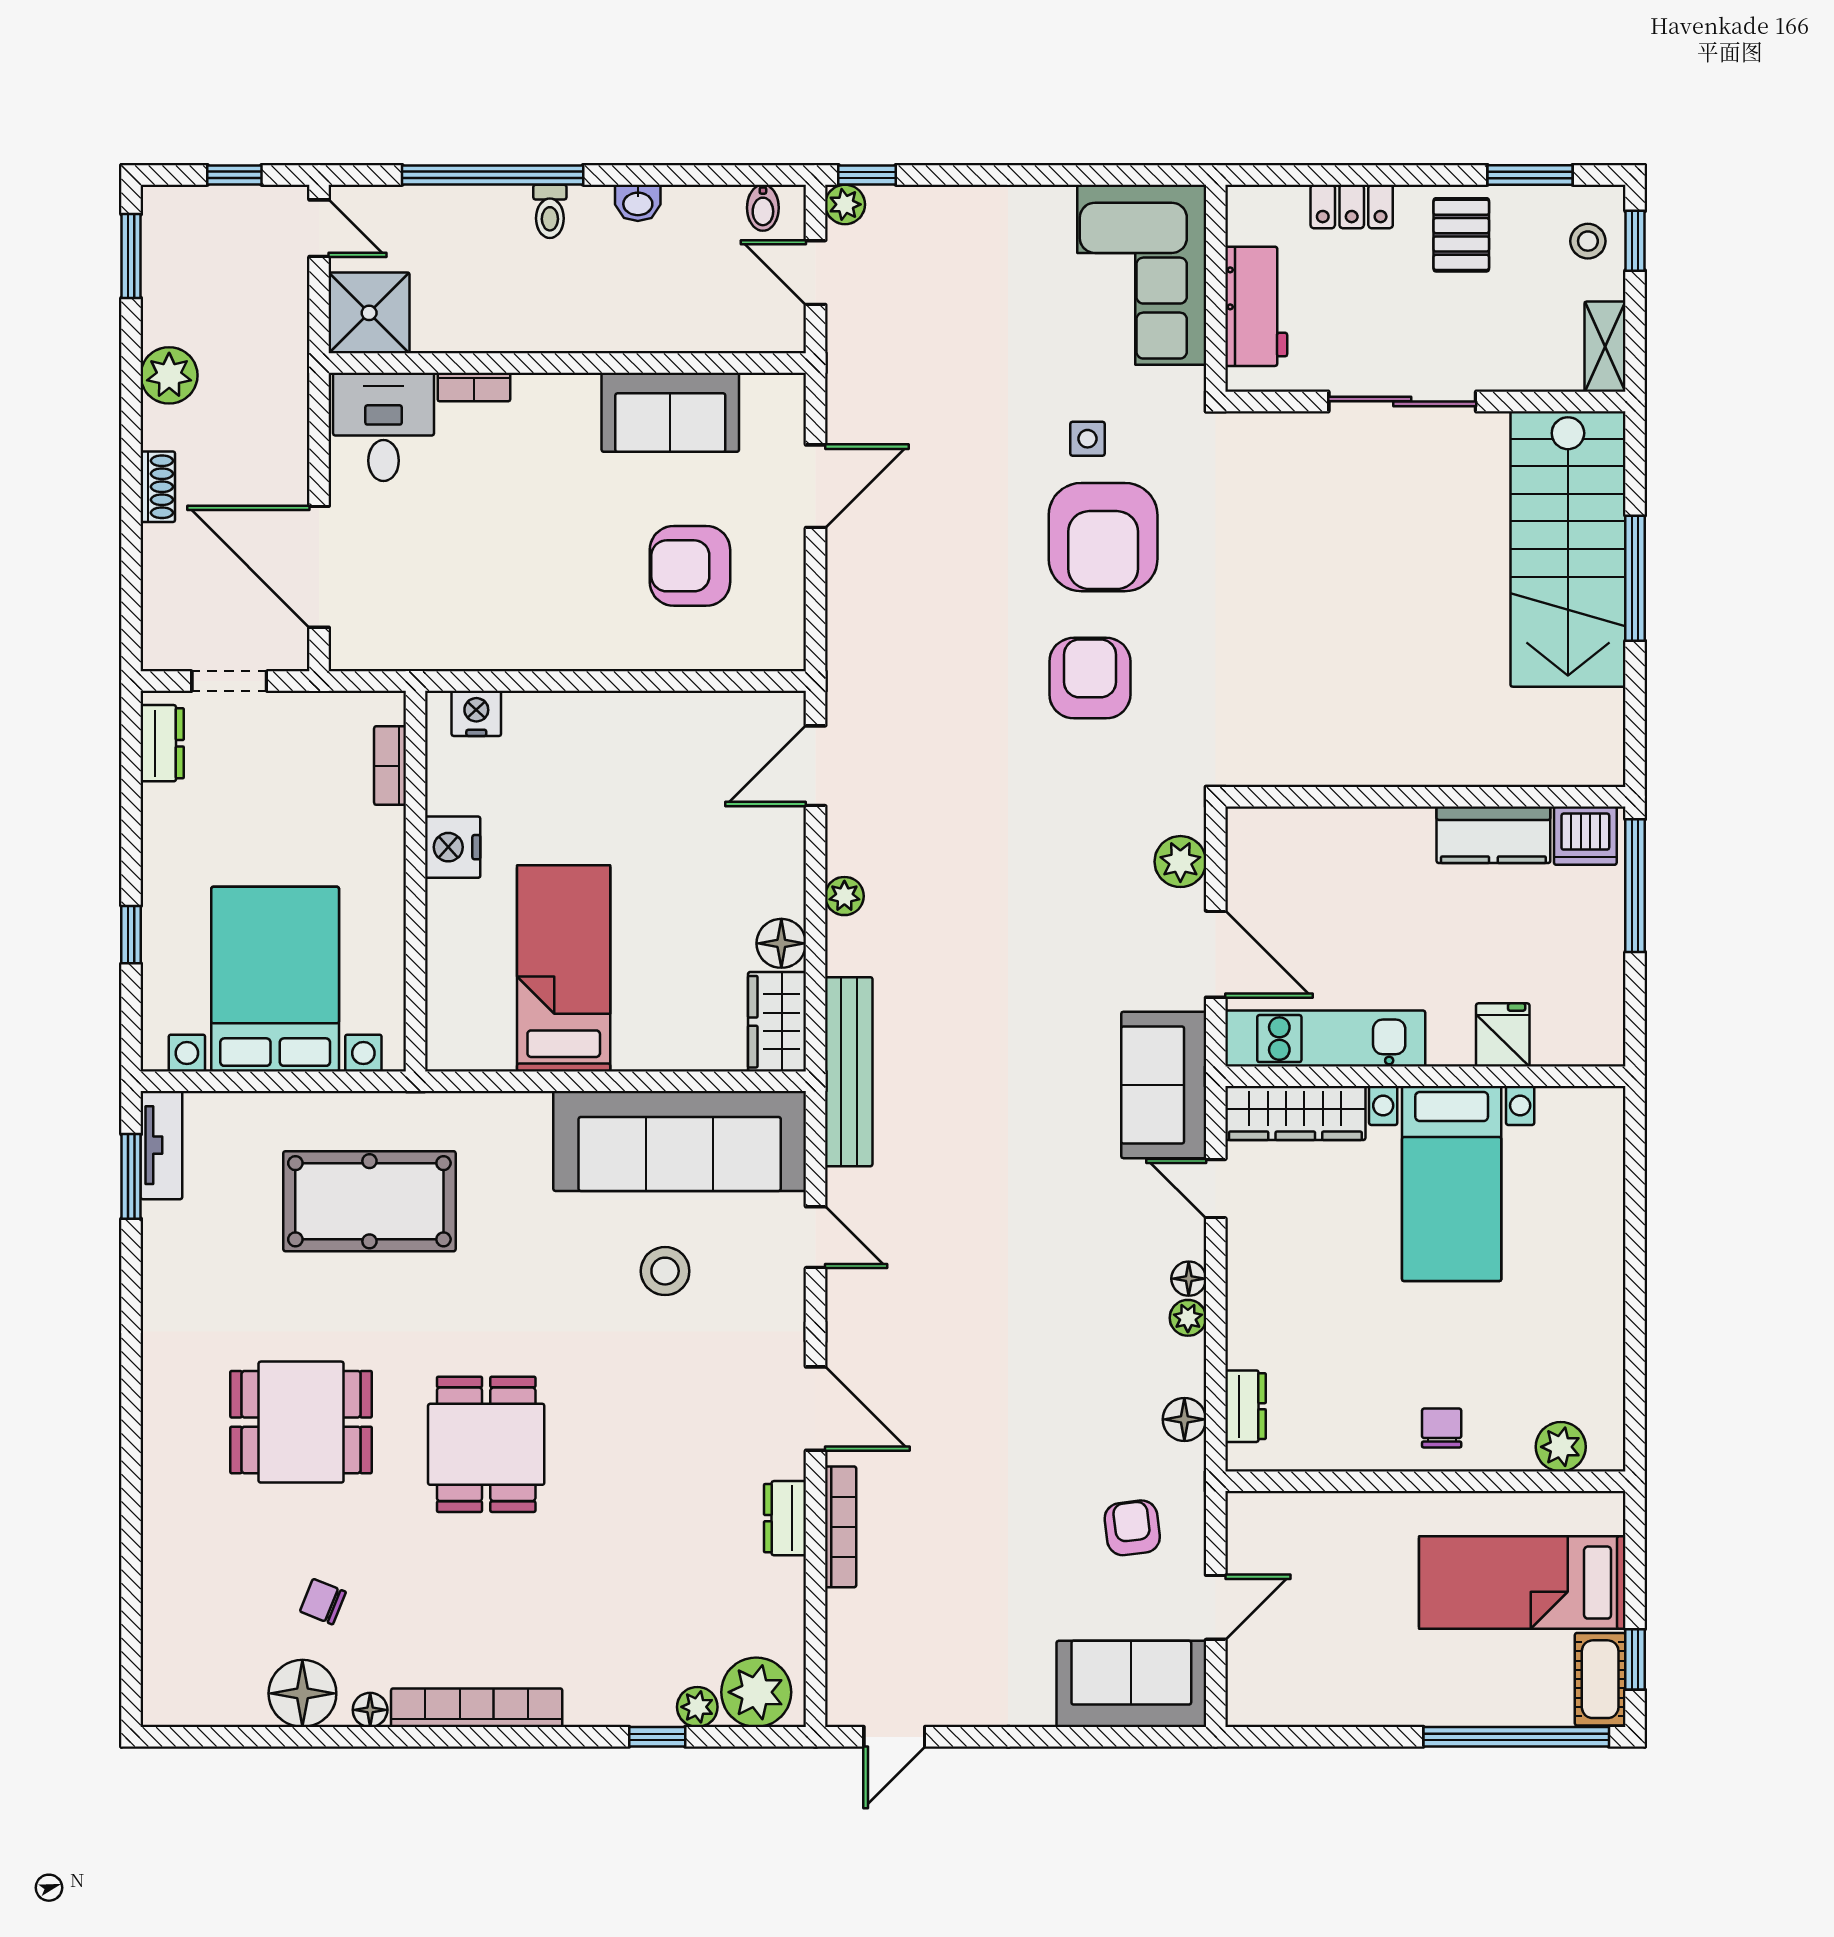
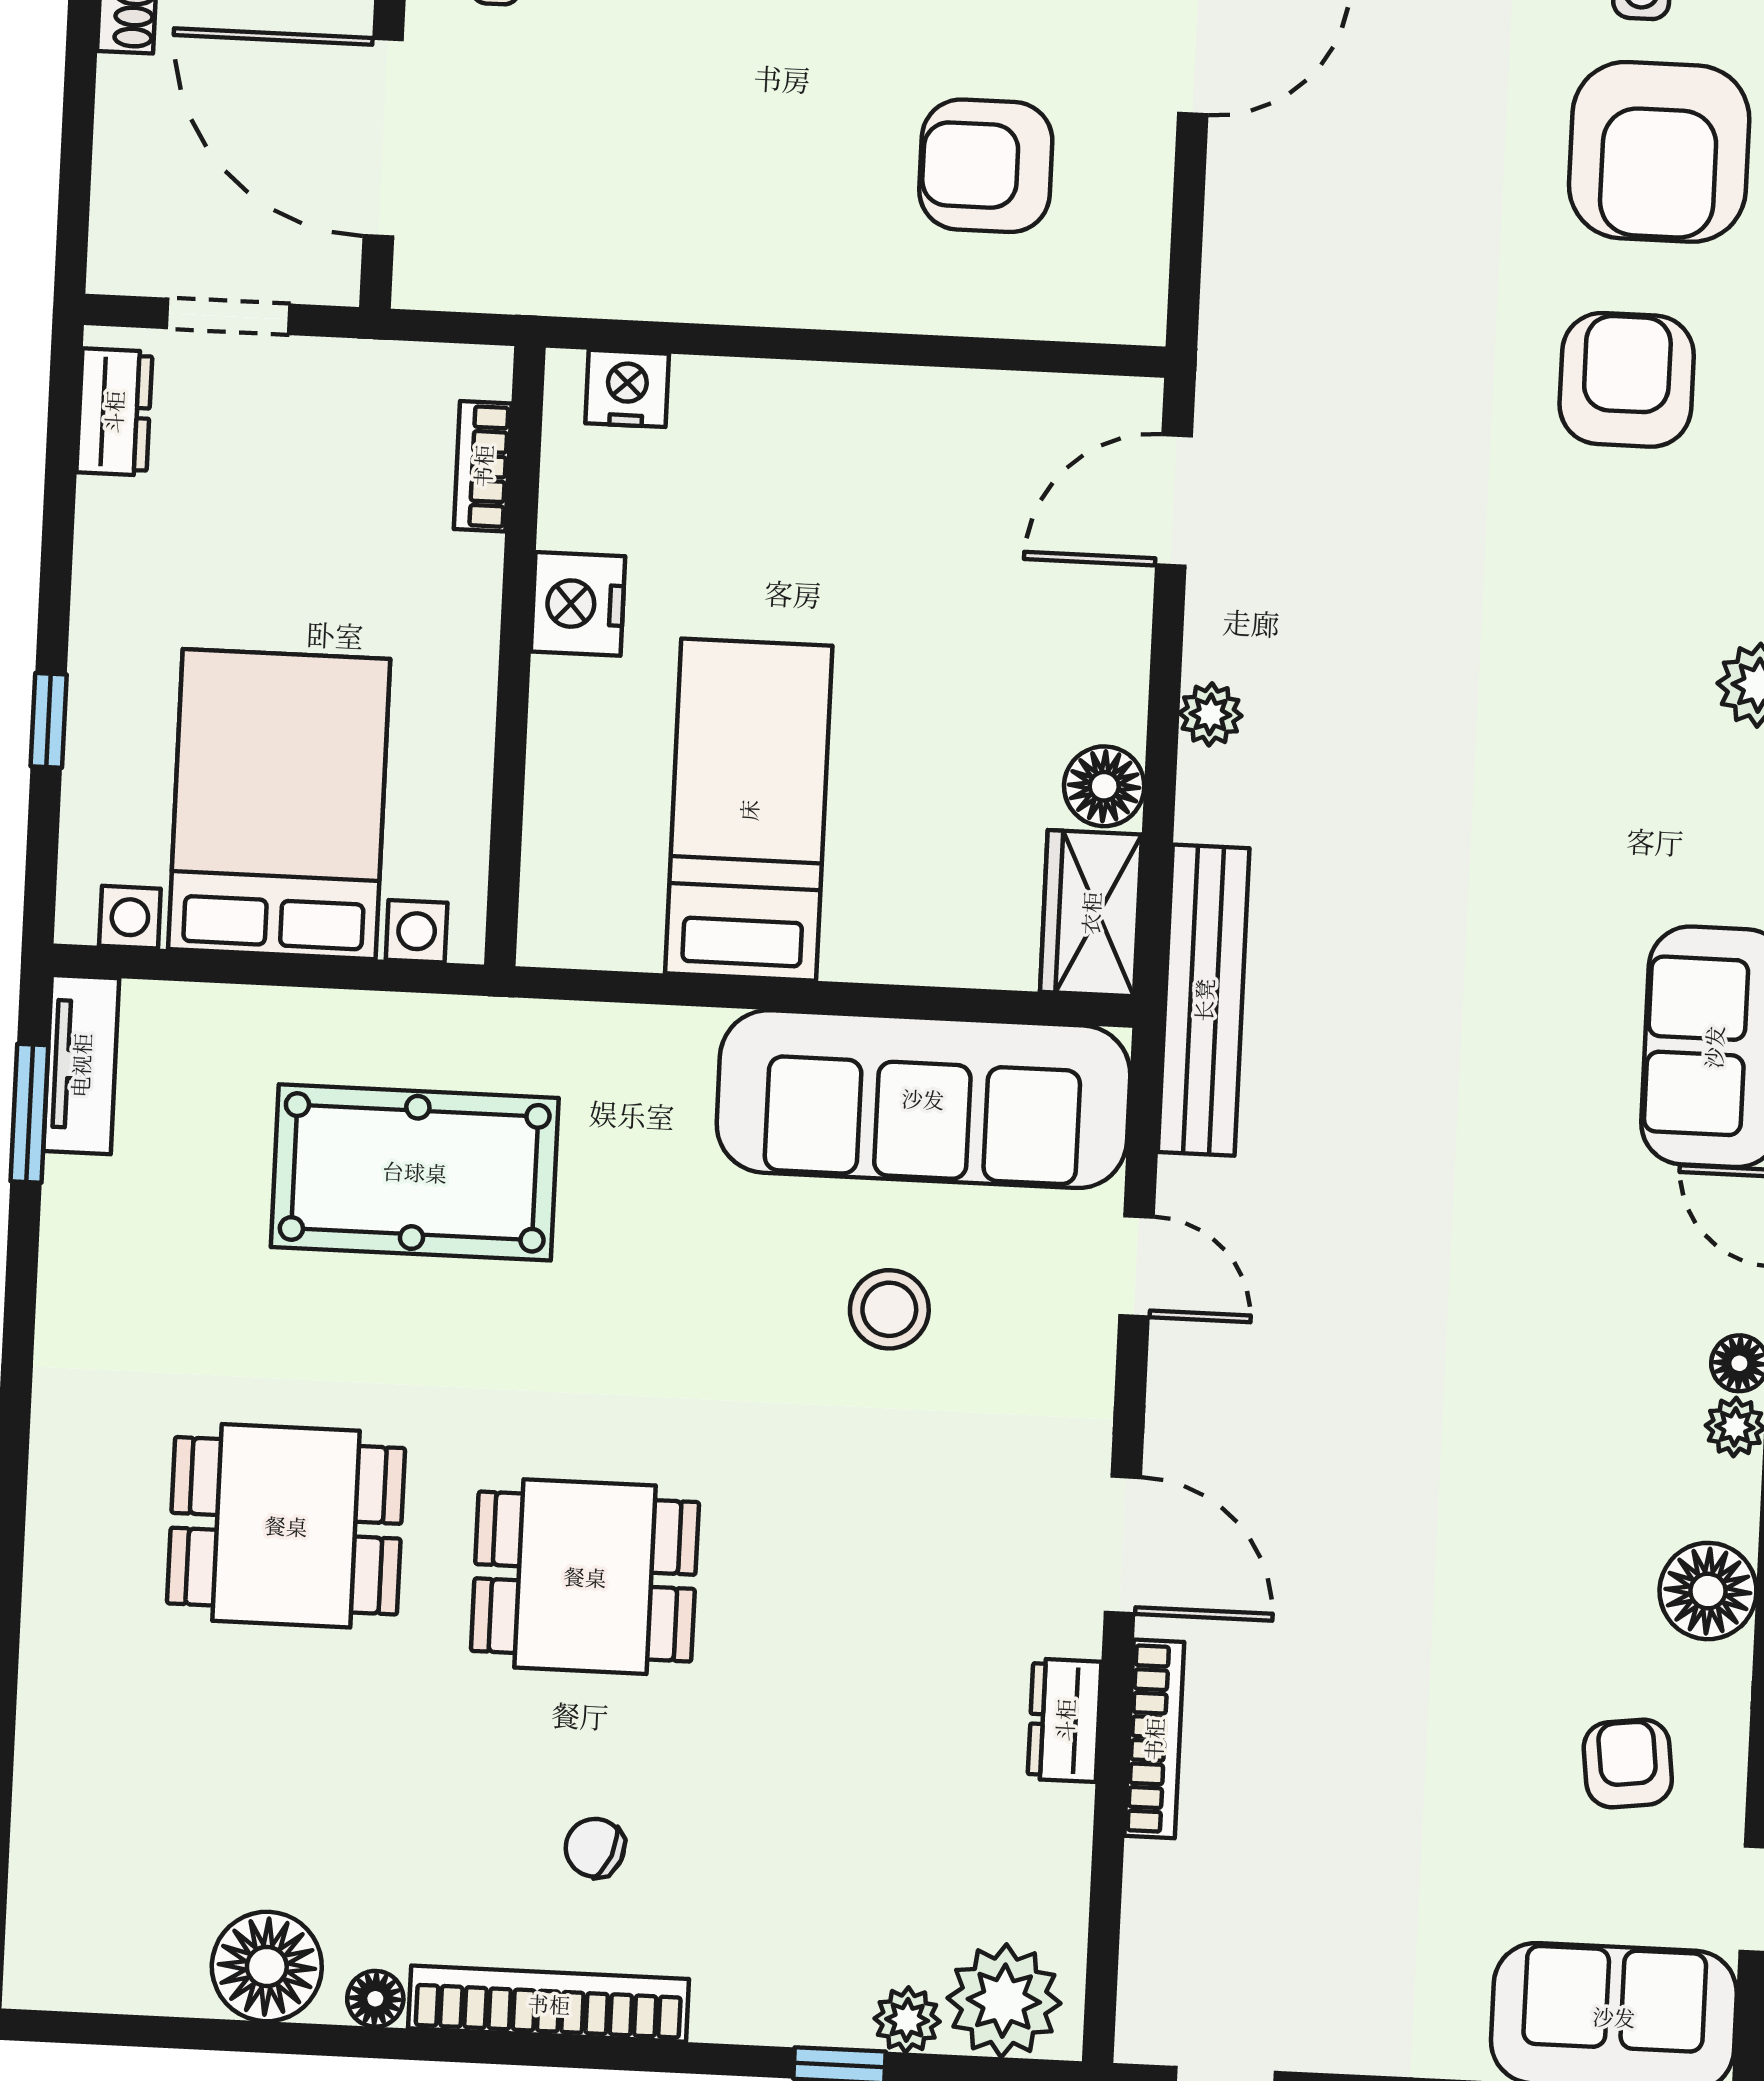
floor lamp: (1184, 1419) -> (1708, 1591), width x1.38, depth x1.38
dining table: (486, 1444) -> (585, 1577), turned 90
chair: (323, 1602) -> (595, 1848), moved

